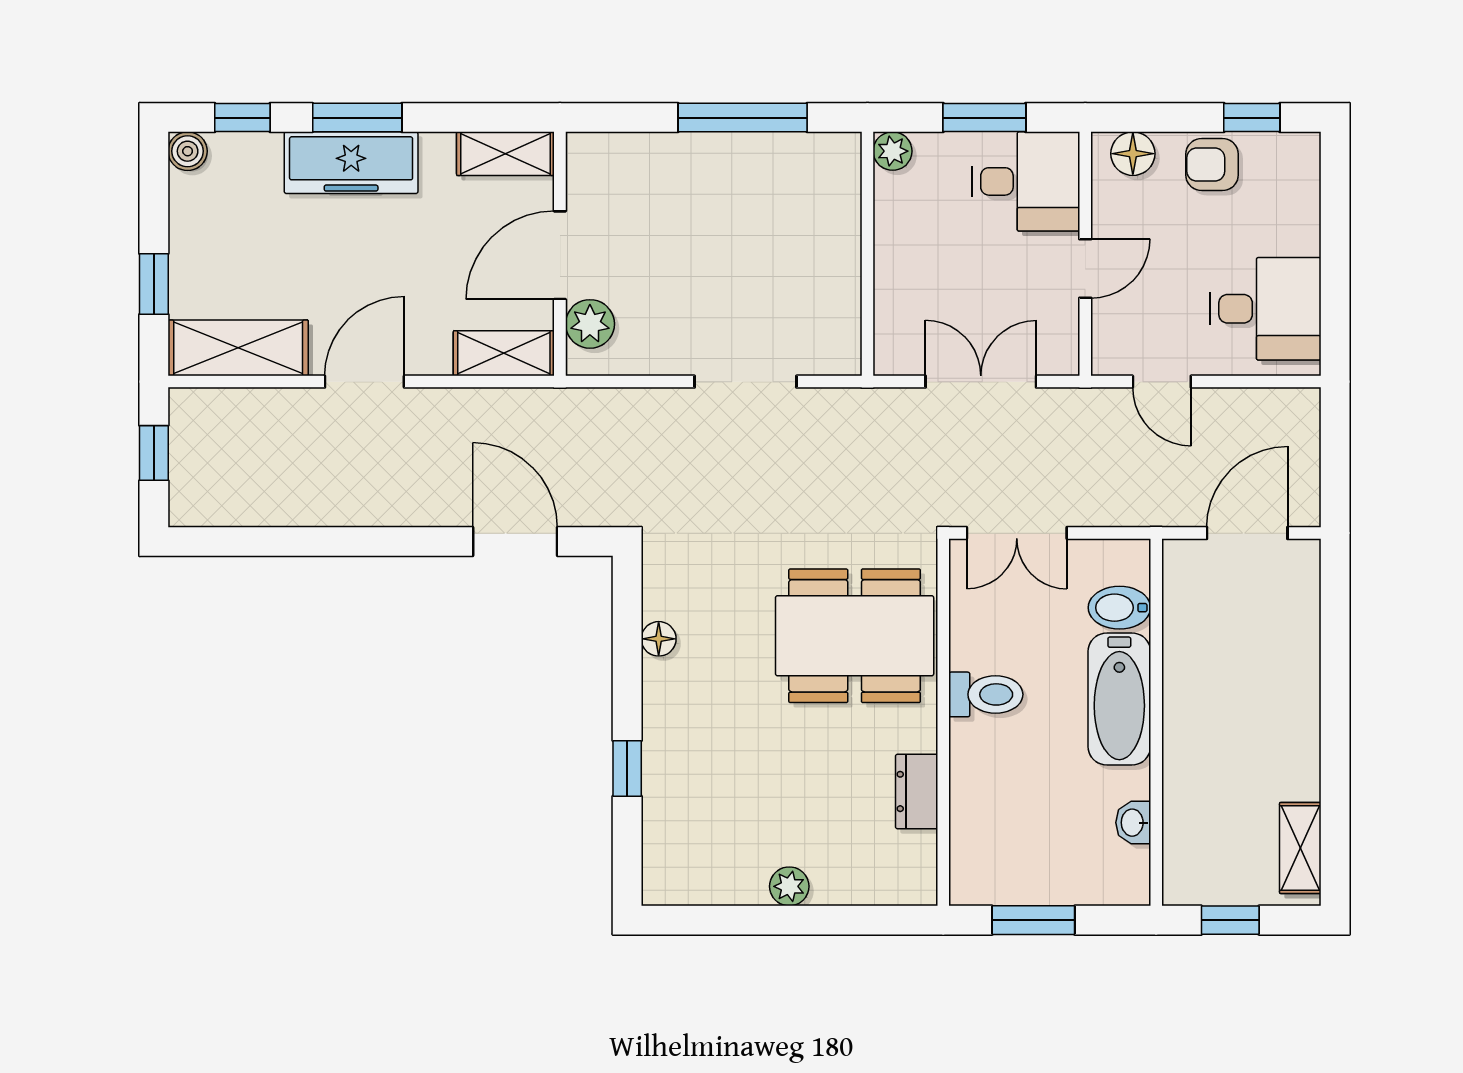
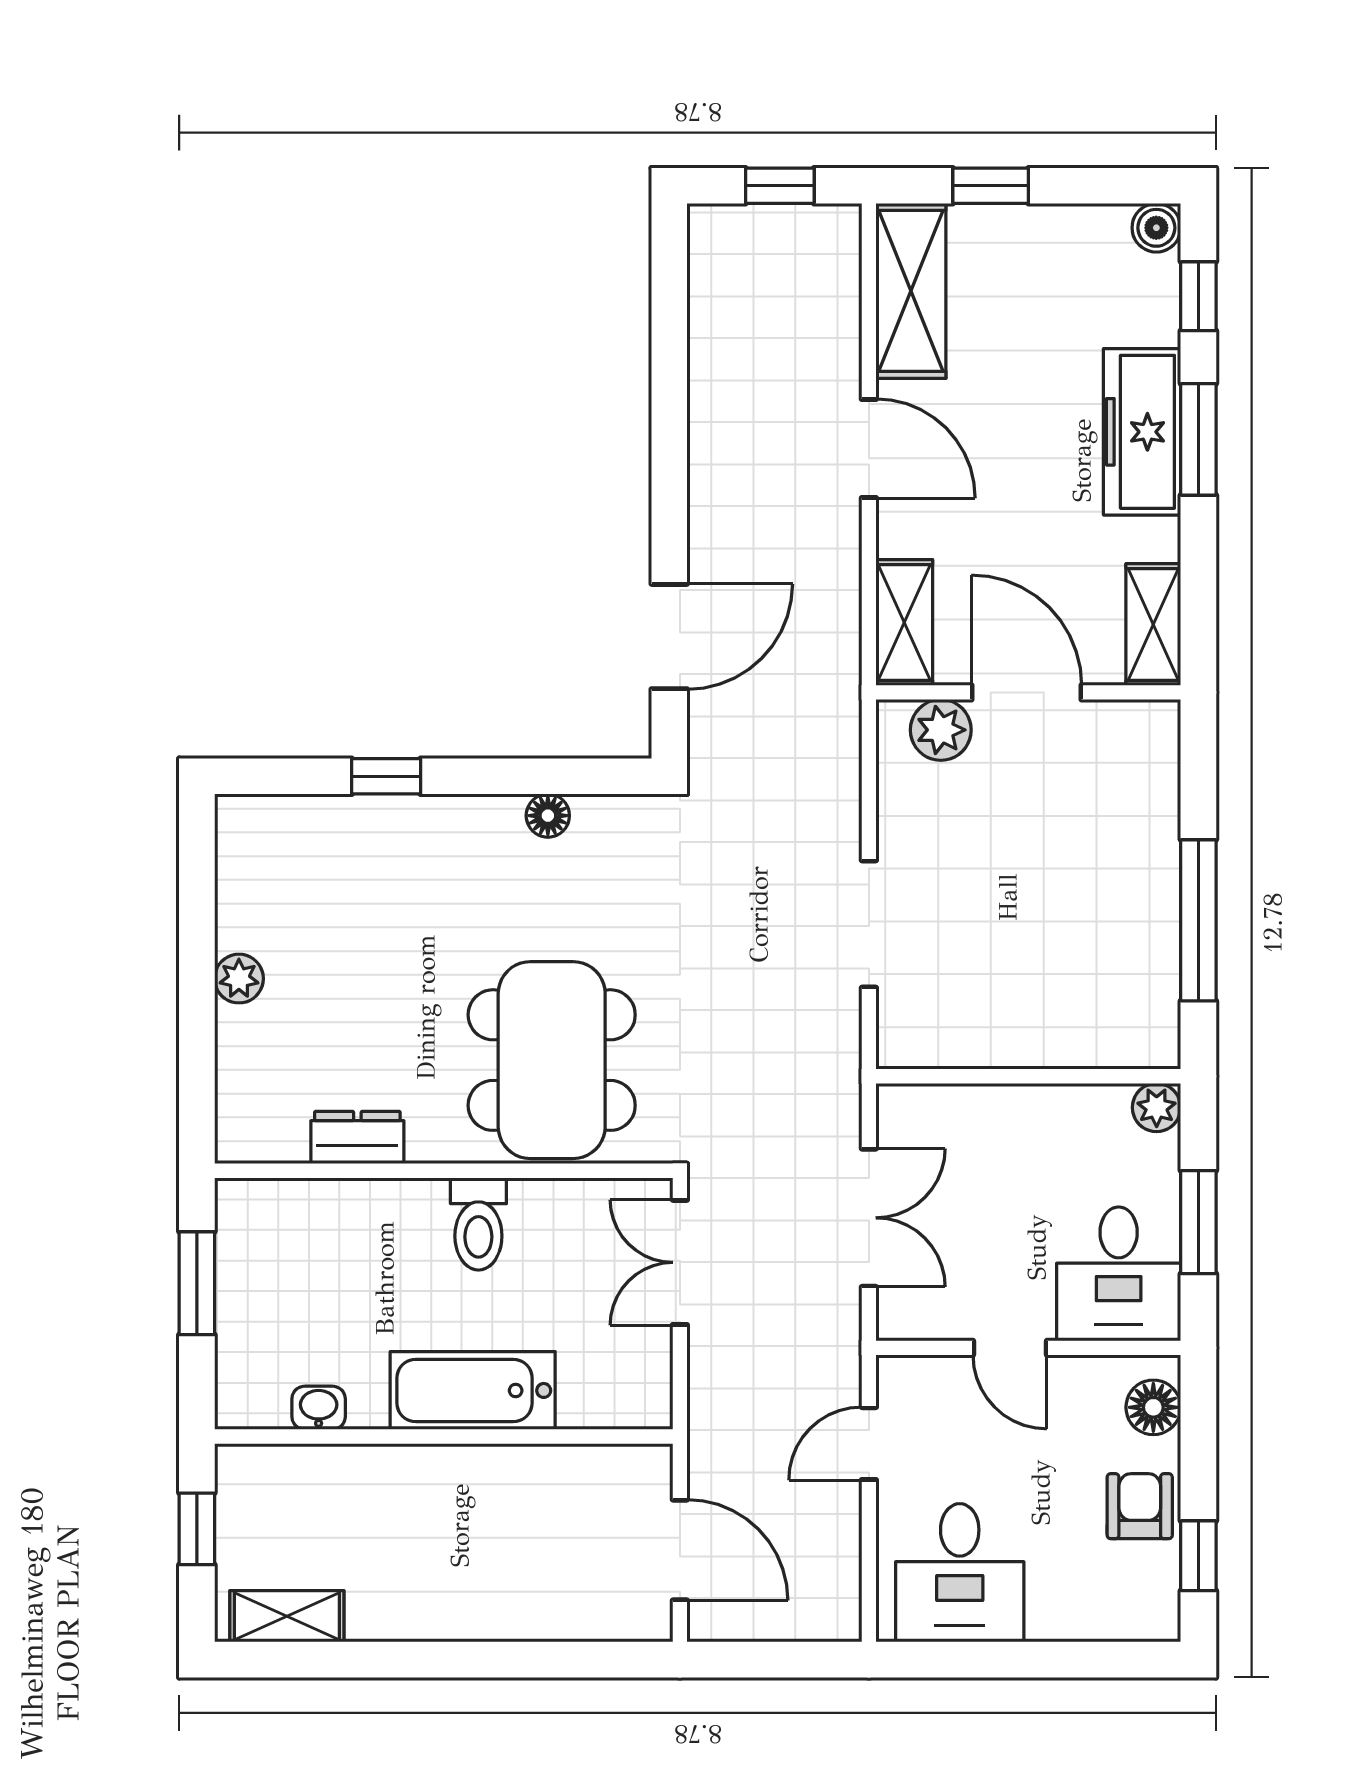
bidet: (1119, 608) -> (587, 1391), removed

